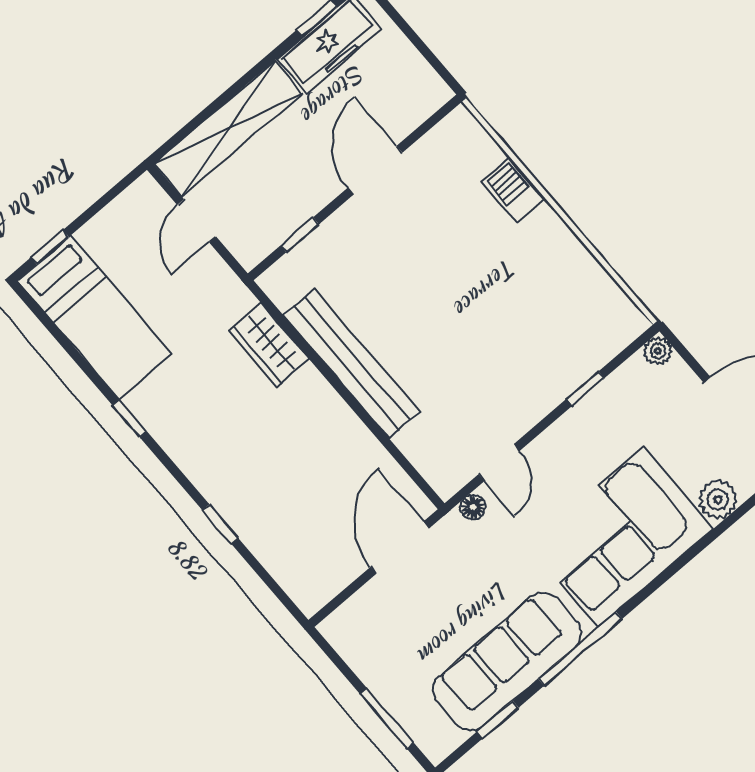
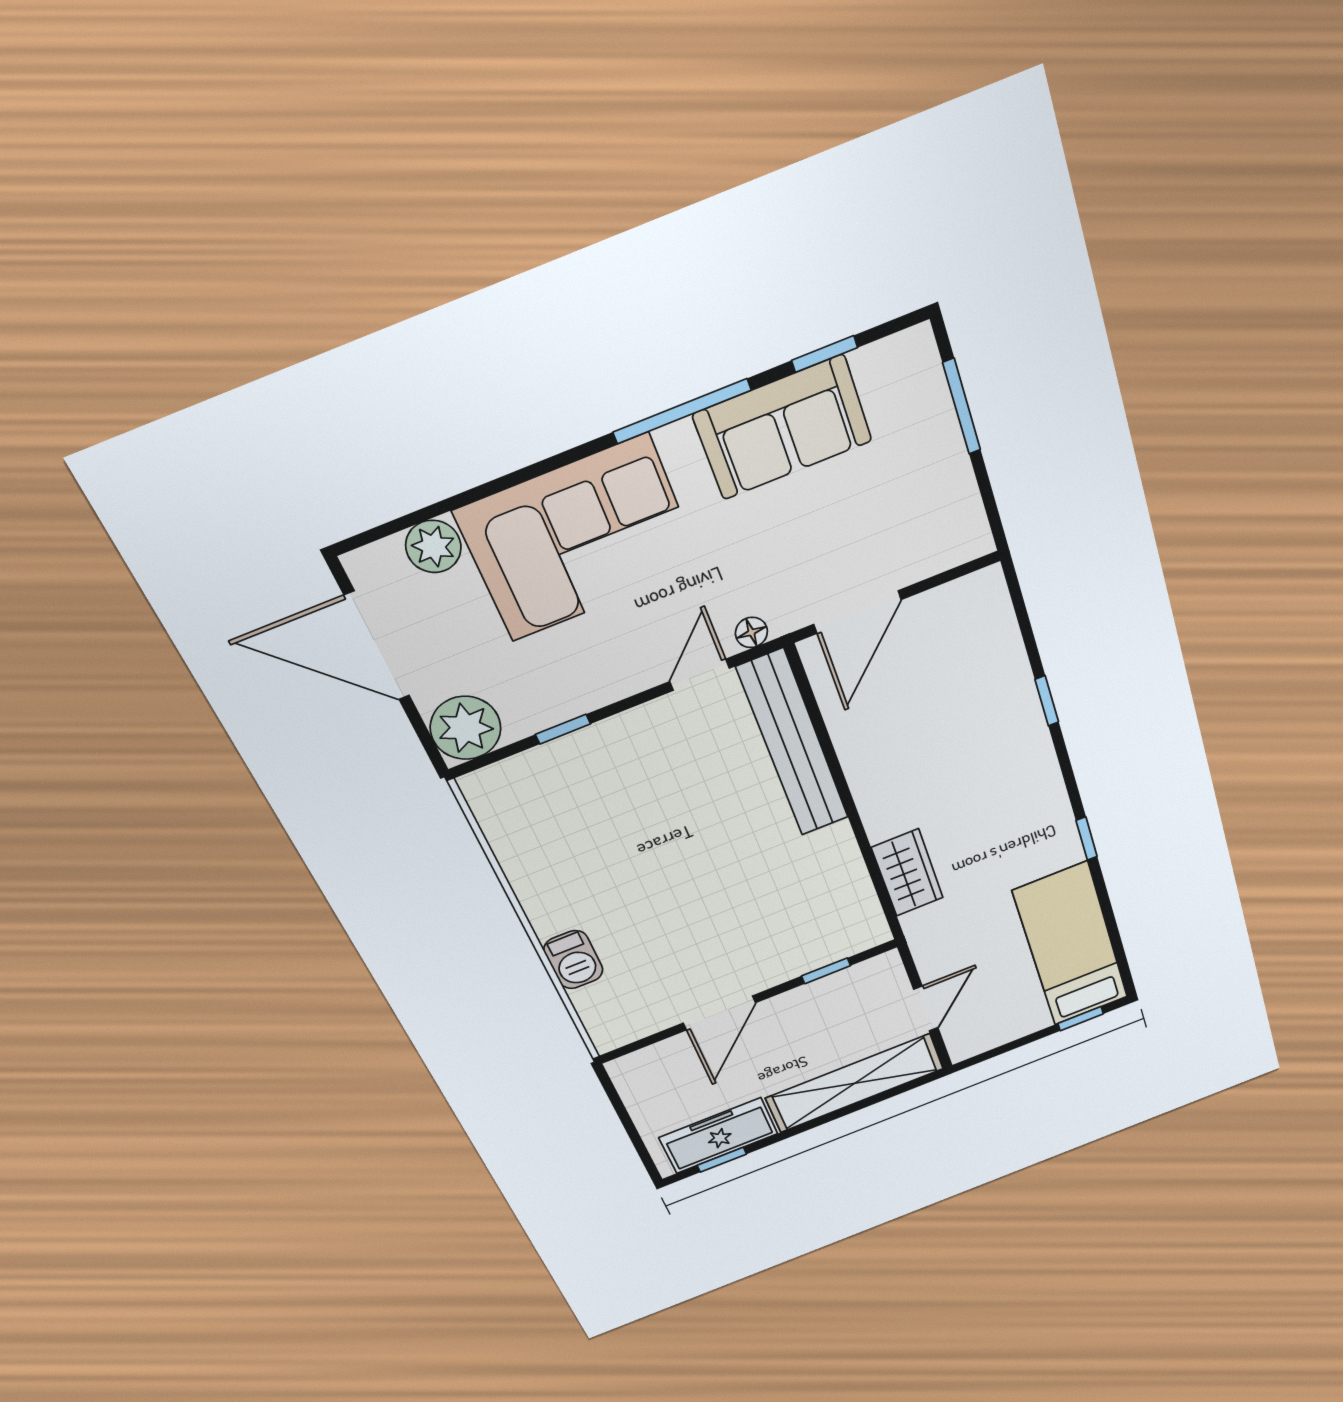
plant: (658, 351) -> (466, 728), width x1.87, depth x1.87
bench: (351, 364) -> (793, 744), moved
sofa: (507, 661) -> (783, 428), width x0.73

